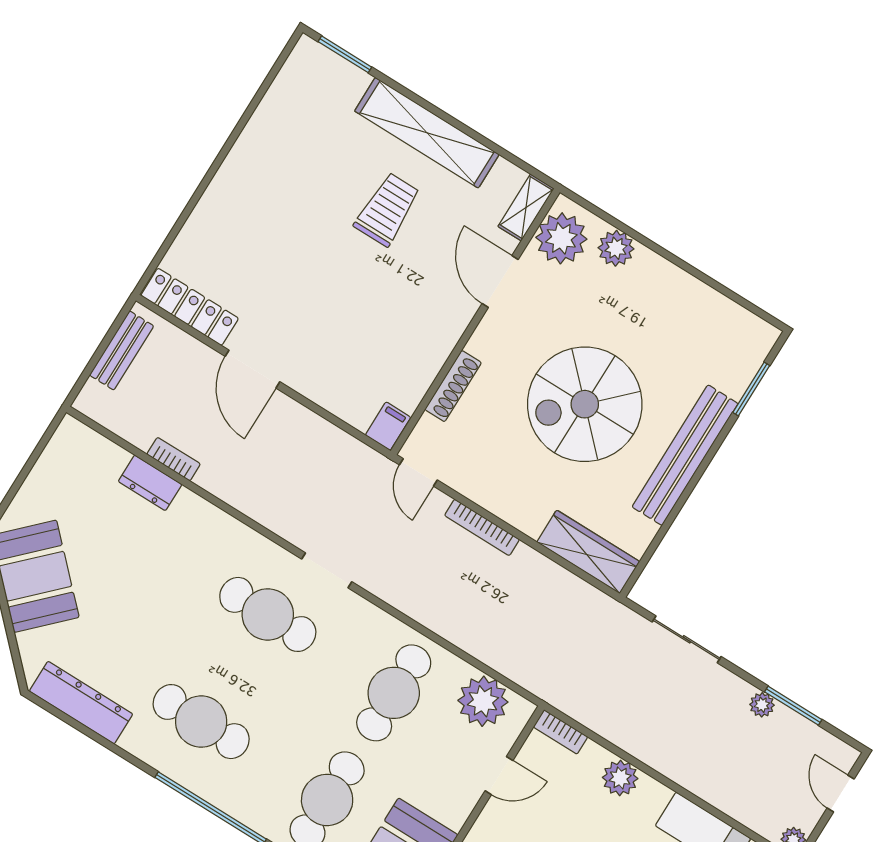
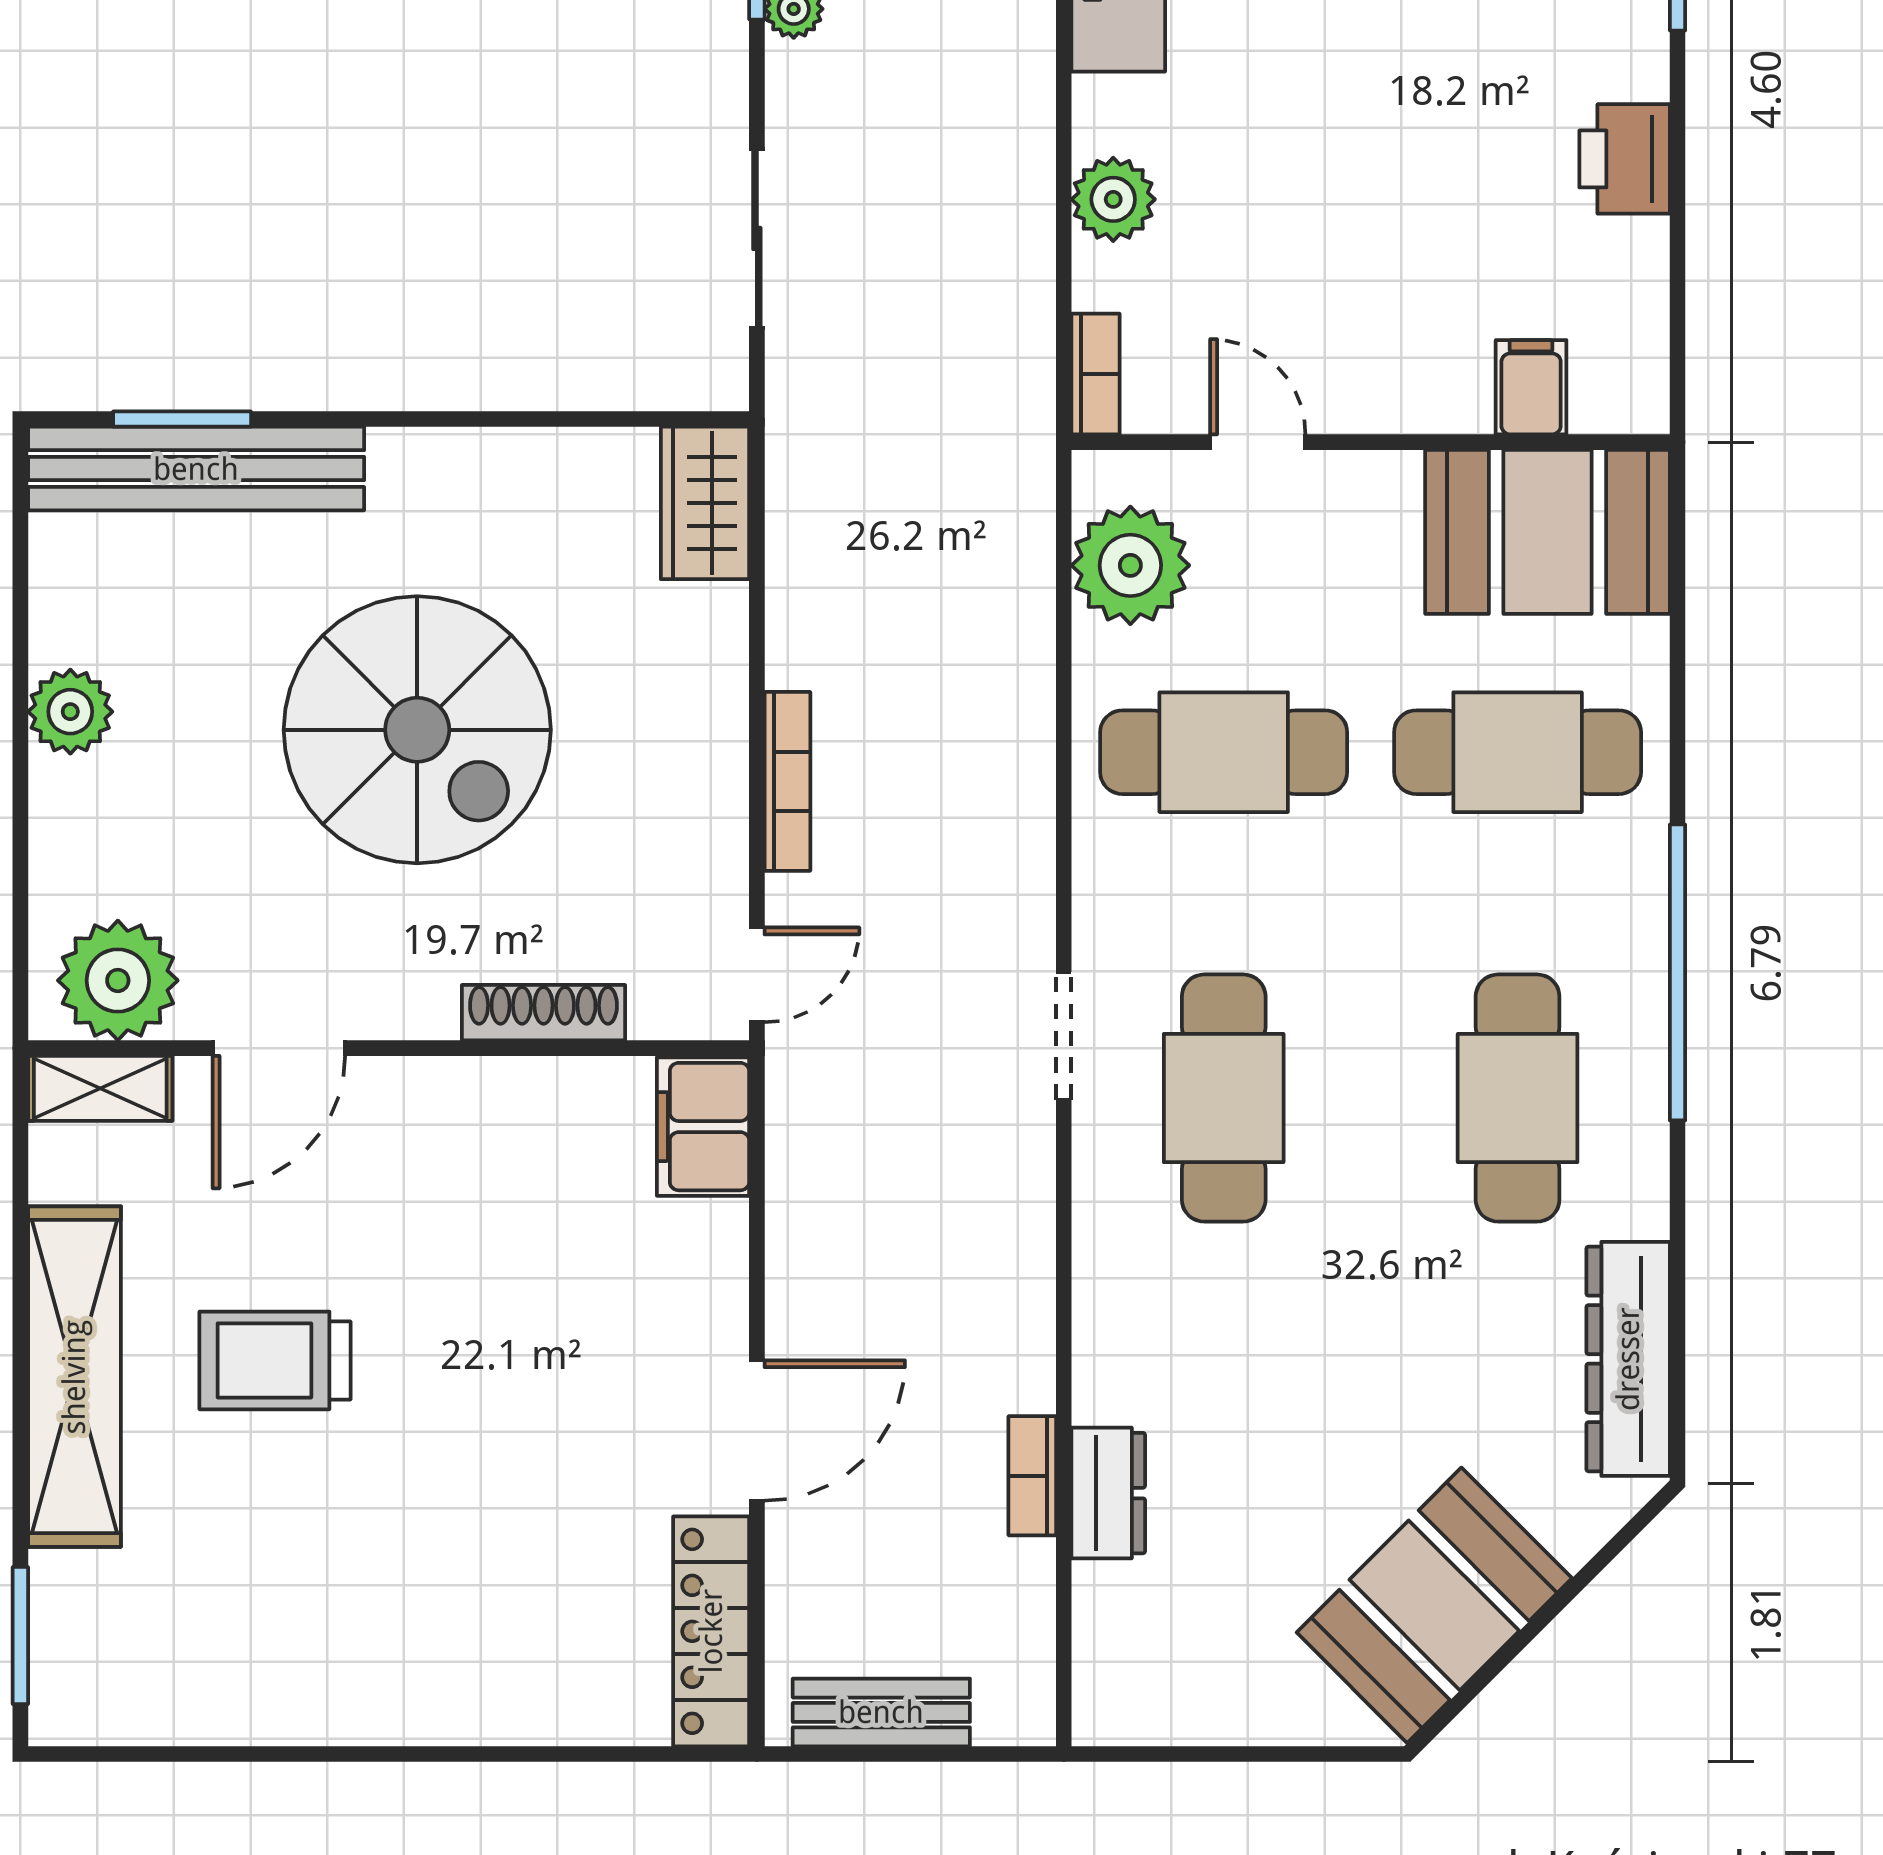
plant: (616, 248) -> (70, 712), moved
filing cabinet: (388, 426) -> (703, 1127), width x2.00
bench: (685, 455) -> (196, 469), moved
wardrobe: (588, 552) -> (705, 503), width x0.67

